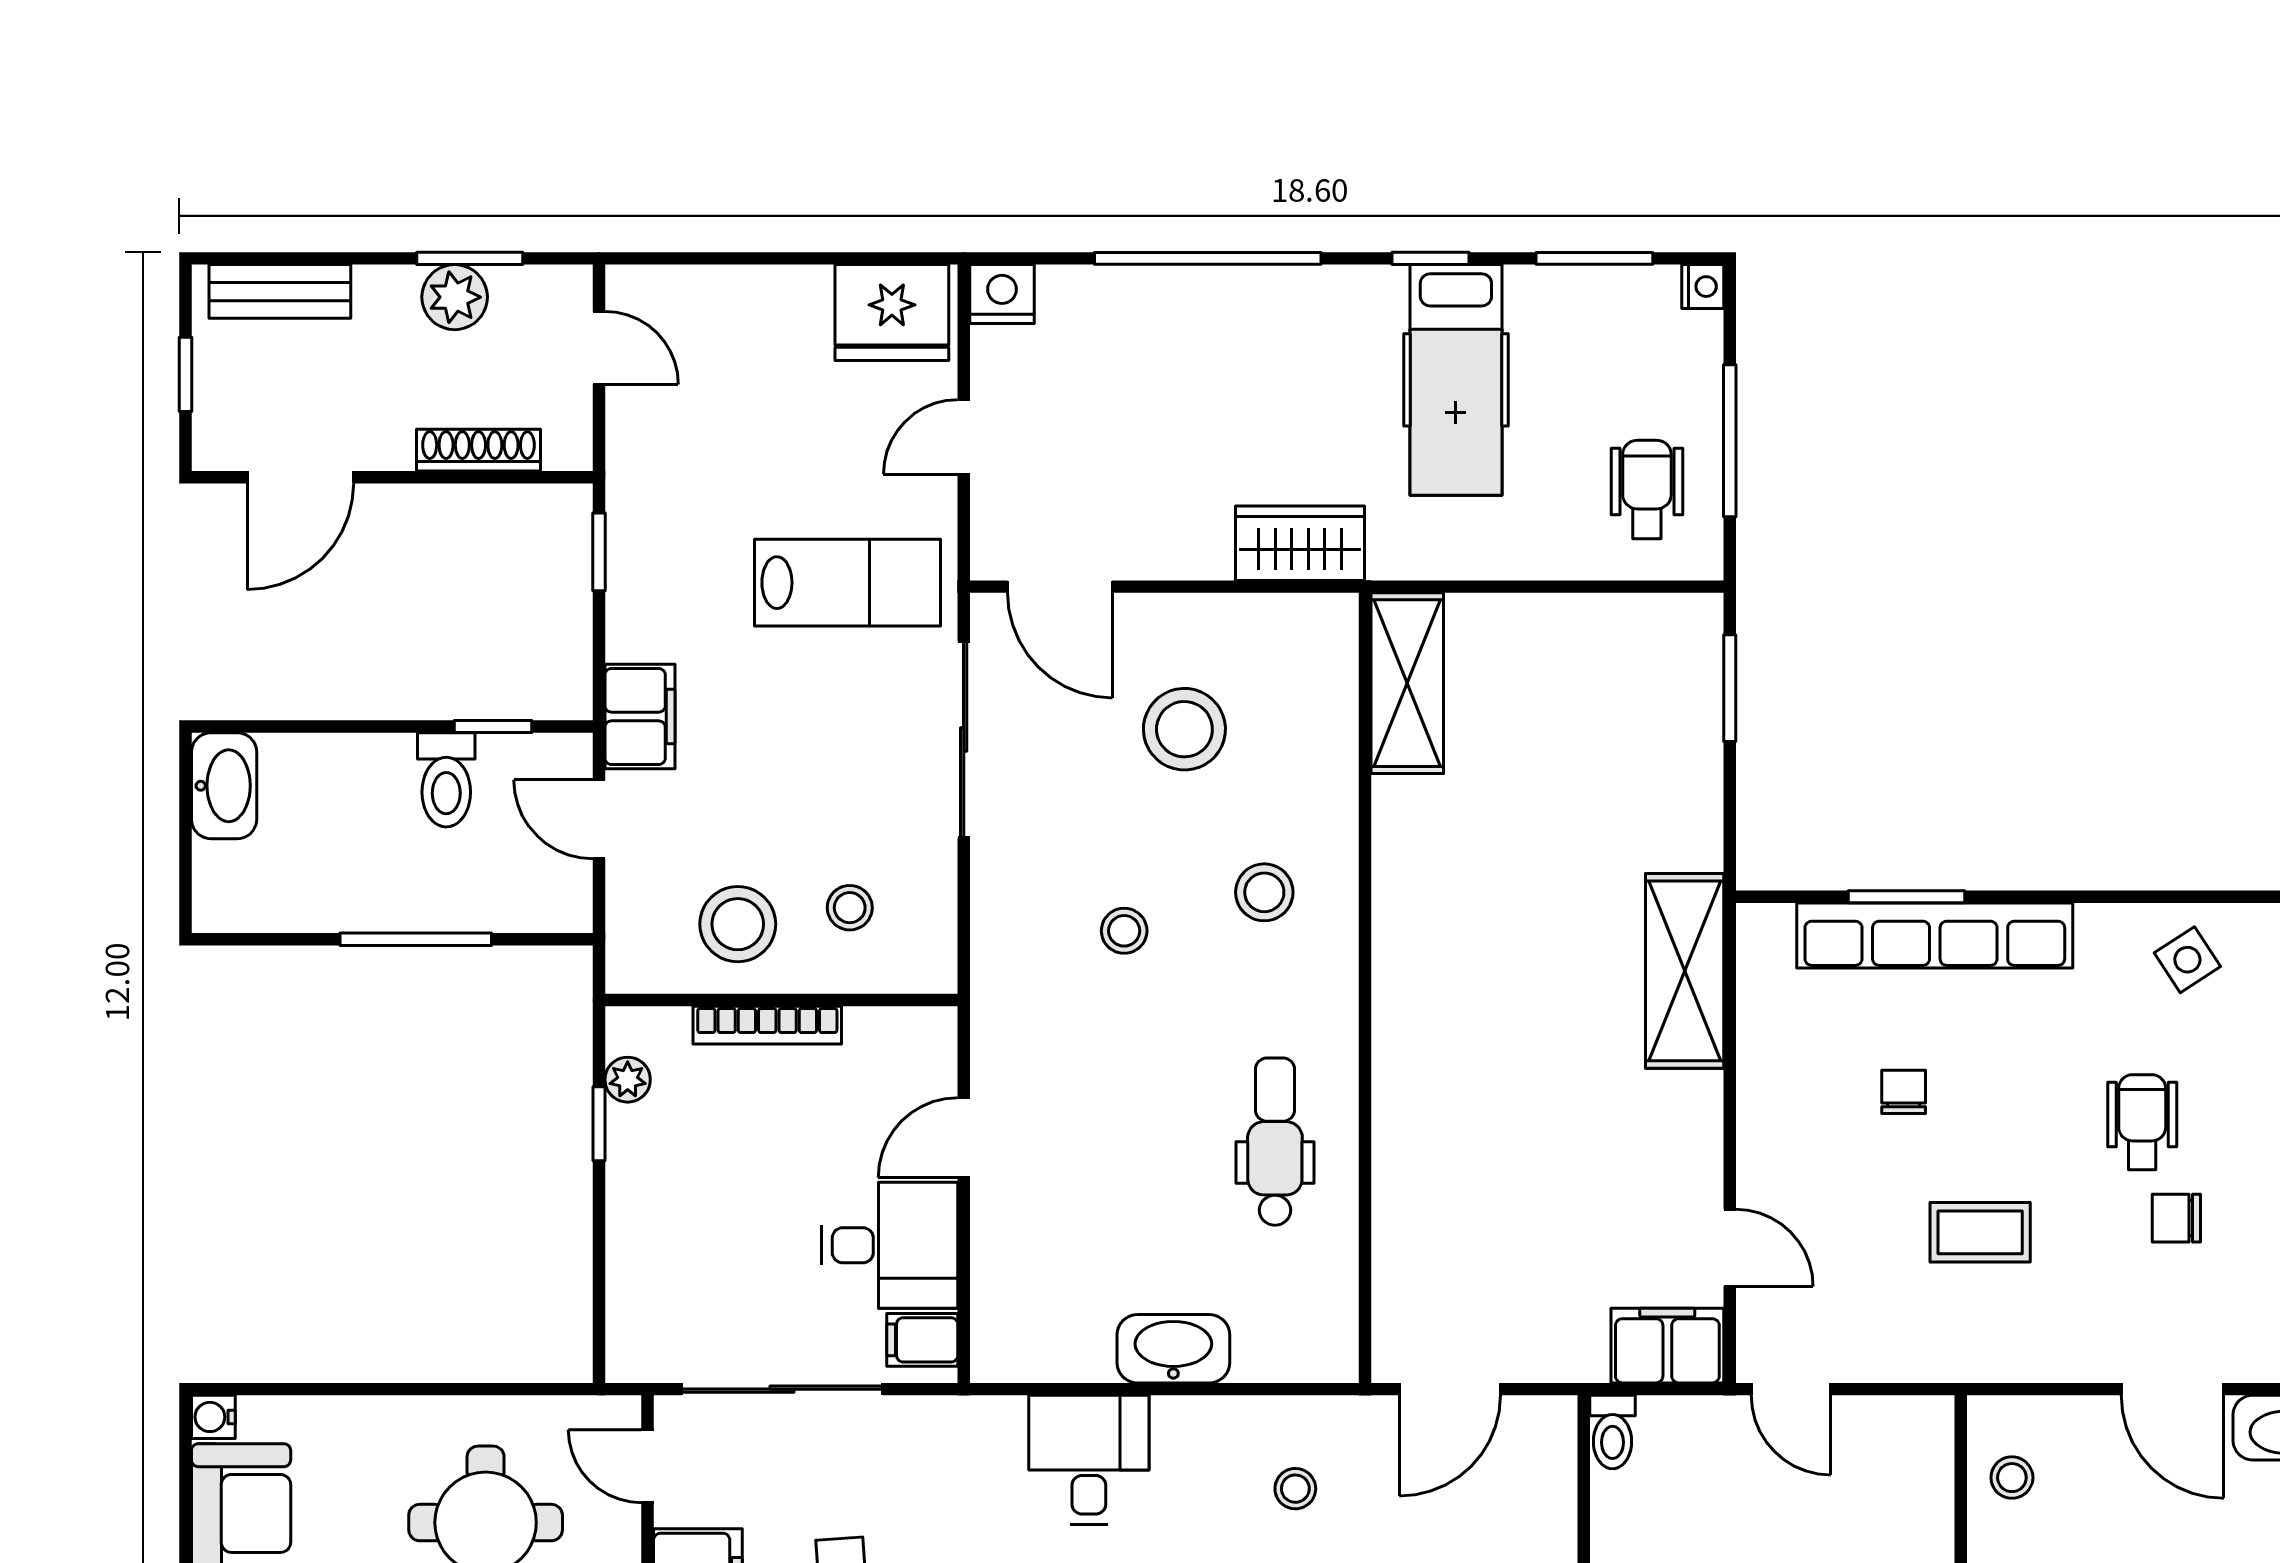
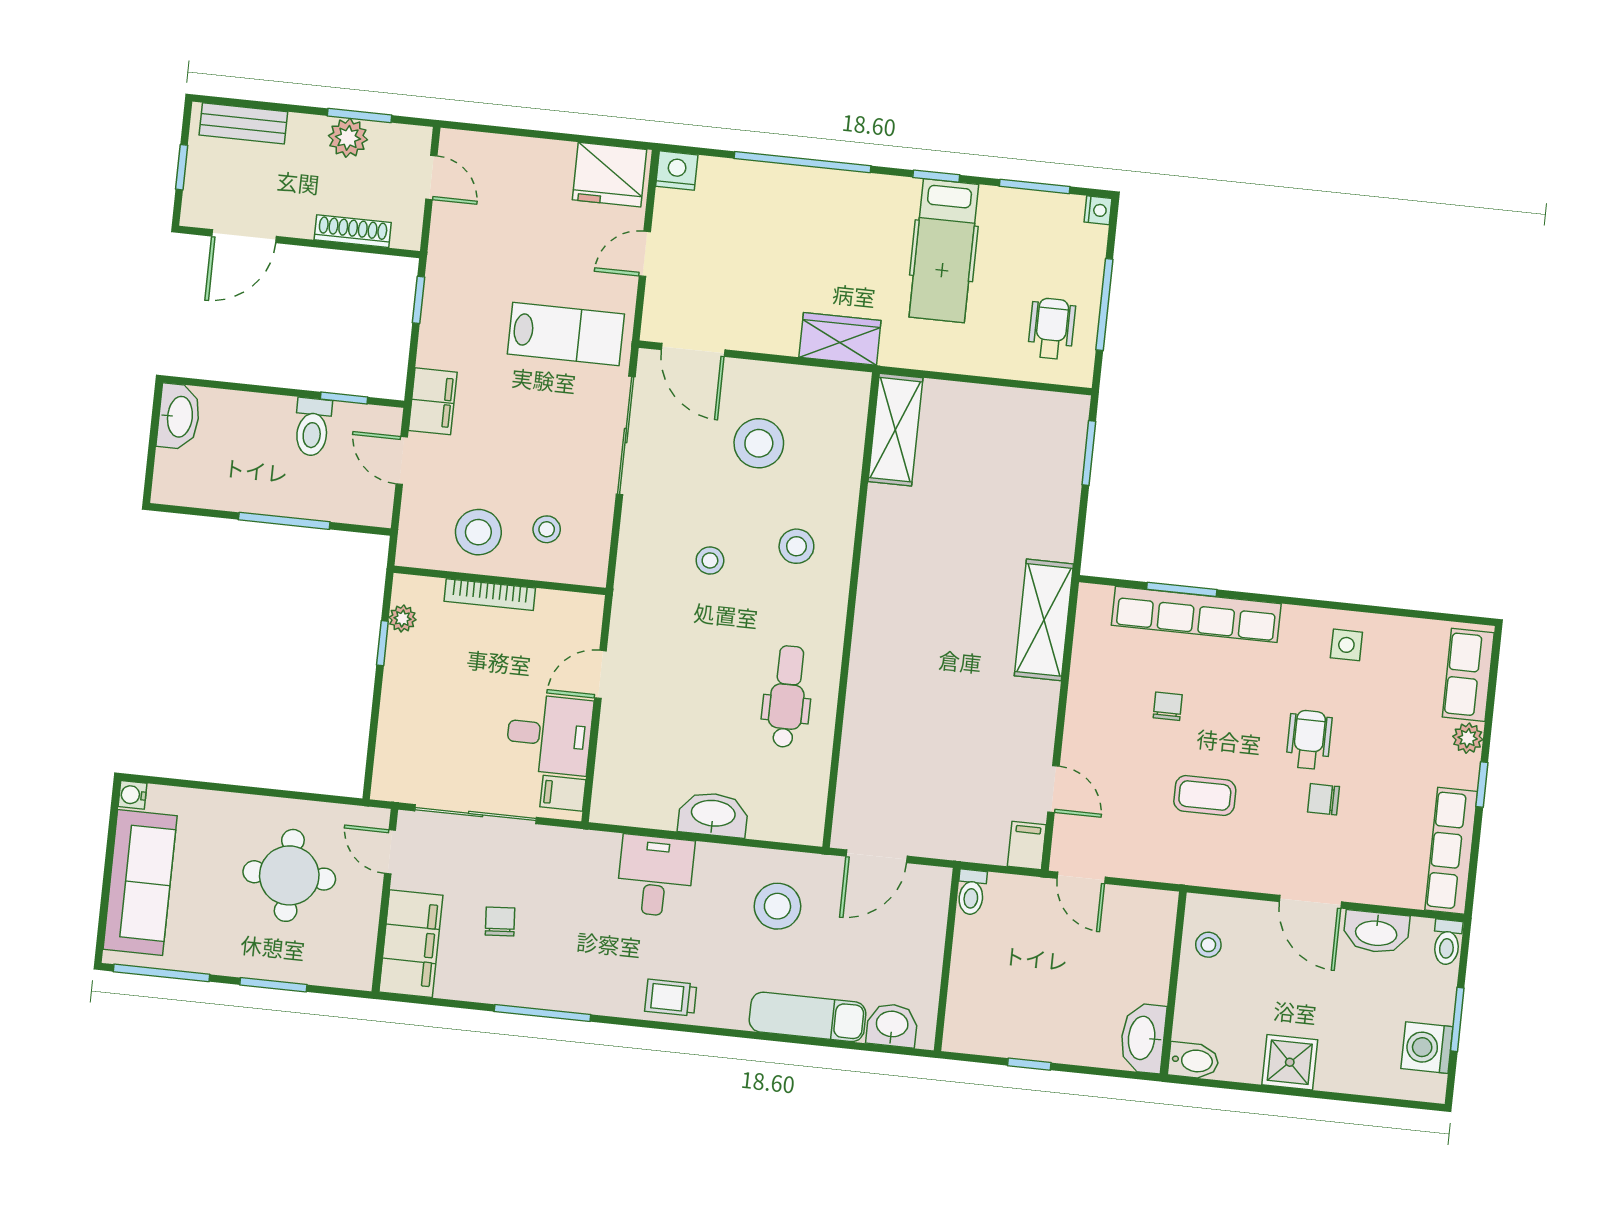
side table: (2187, 960) -> (1346, 645), turned 33
filing cabinet: (1667, 1346) -> (1027, 846), width x0.50
stool: (1295, 1489) -> (777, 906), width x1.89, depth x1.89

